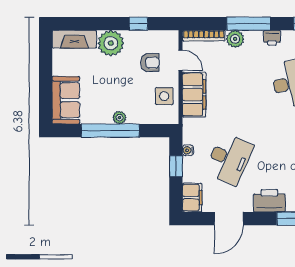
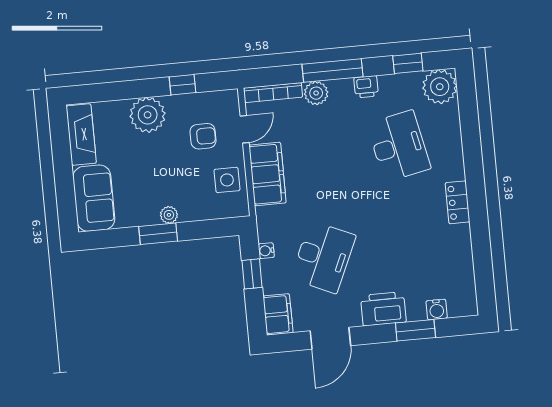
fireplace: (74, 39) -> (81, 135), moved, turned -90
door: (181, 60) -> (245, 129), hinge flipped
window: (110, 131) -> (158, 234), width x0.47

